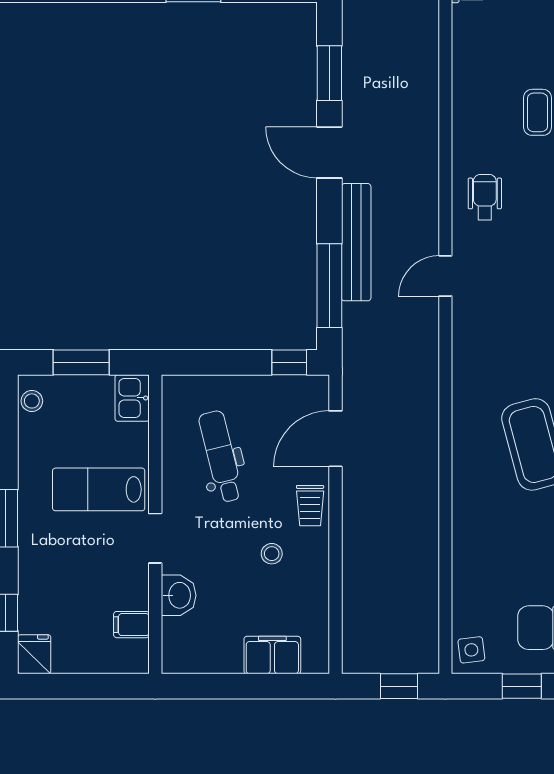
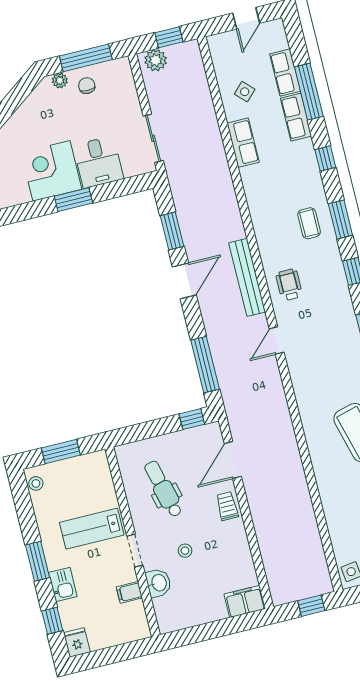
door: (329, 152) -> (184, 281), swing flipped
bench: (356, 242) -> (247, 277), moved
kitchen sink: (132, 398) -> (63, 585), moved, turned 180
trolley: (310, 506) -> (227, 506), turned 180
stool: (272, 554) -> (185, 551), moved
filing cabinet: (131, 625) -> (129, 592), moved
filing cabinet: (272, 655) -> (245, 601), moved

